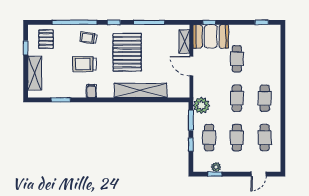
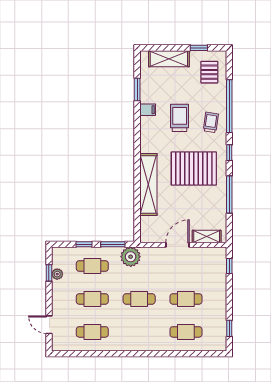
booth: (211, 36) -> (213, 268), removed
pallet: (46, 39) -> (209, 72), turned 90
filing cabinet: (91, 91) -> (148, 110), moved
cafe table: (265, 98) -> (186, 332), moved

